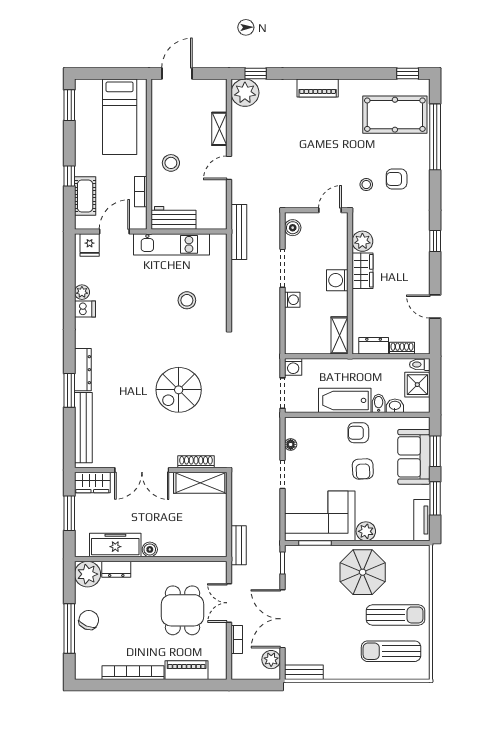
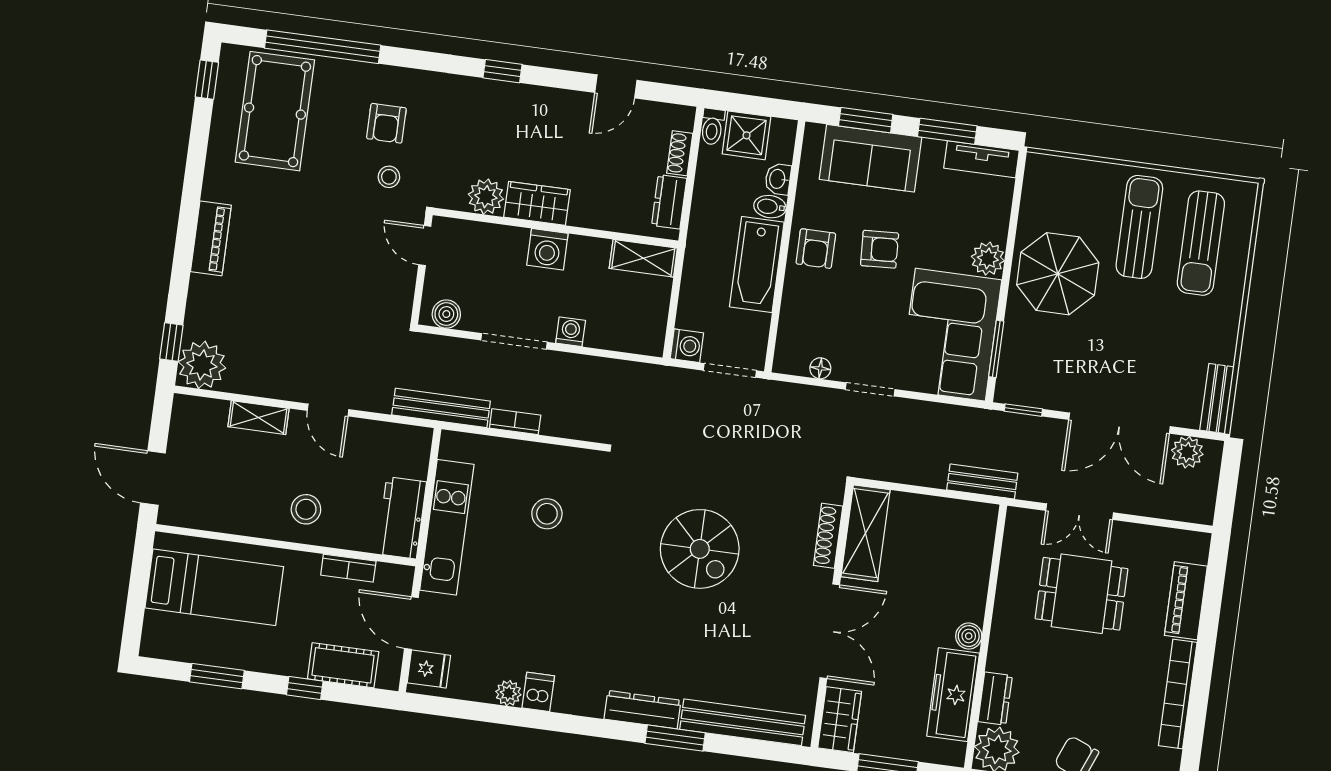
window: (69, 105) -> (217, 676), moved
bookcase: (237, 639) -> (515, 422), moved

